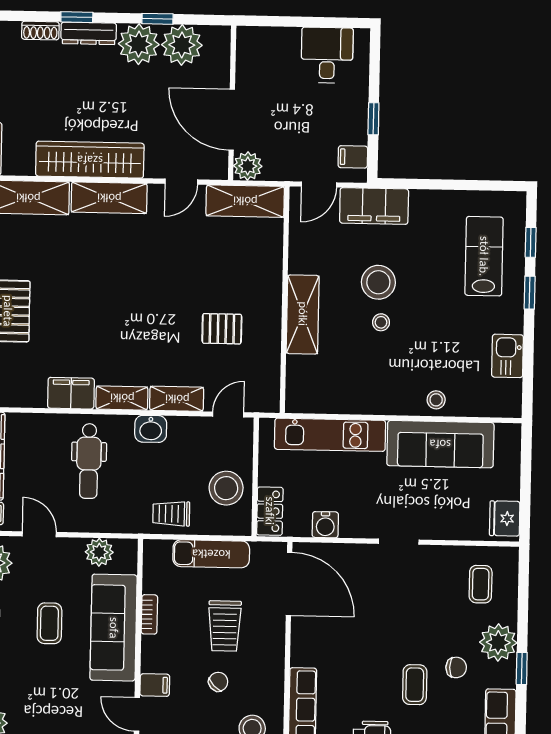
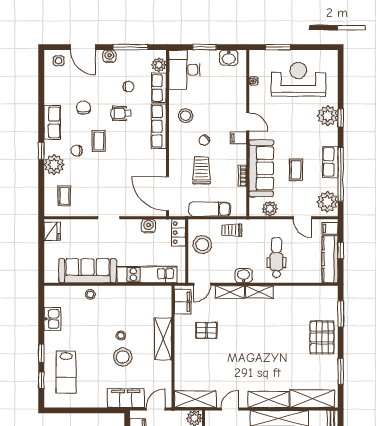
filing cabinet: (71, 393) -> (183, 302), moved, turned -90
trolley: (171, 514) -> (232, 230), turned 180

